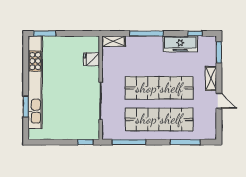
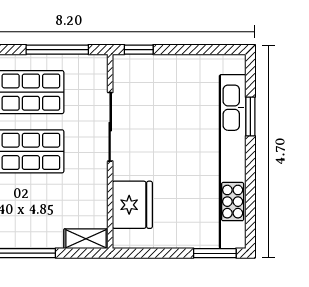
fridge: (91, 59) -> (132, 205), width x1.88, depth x1.34

